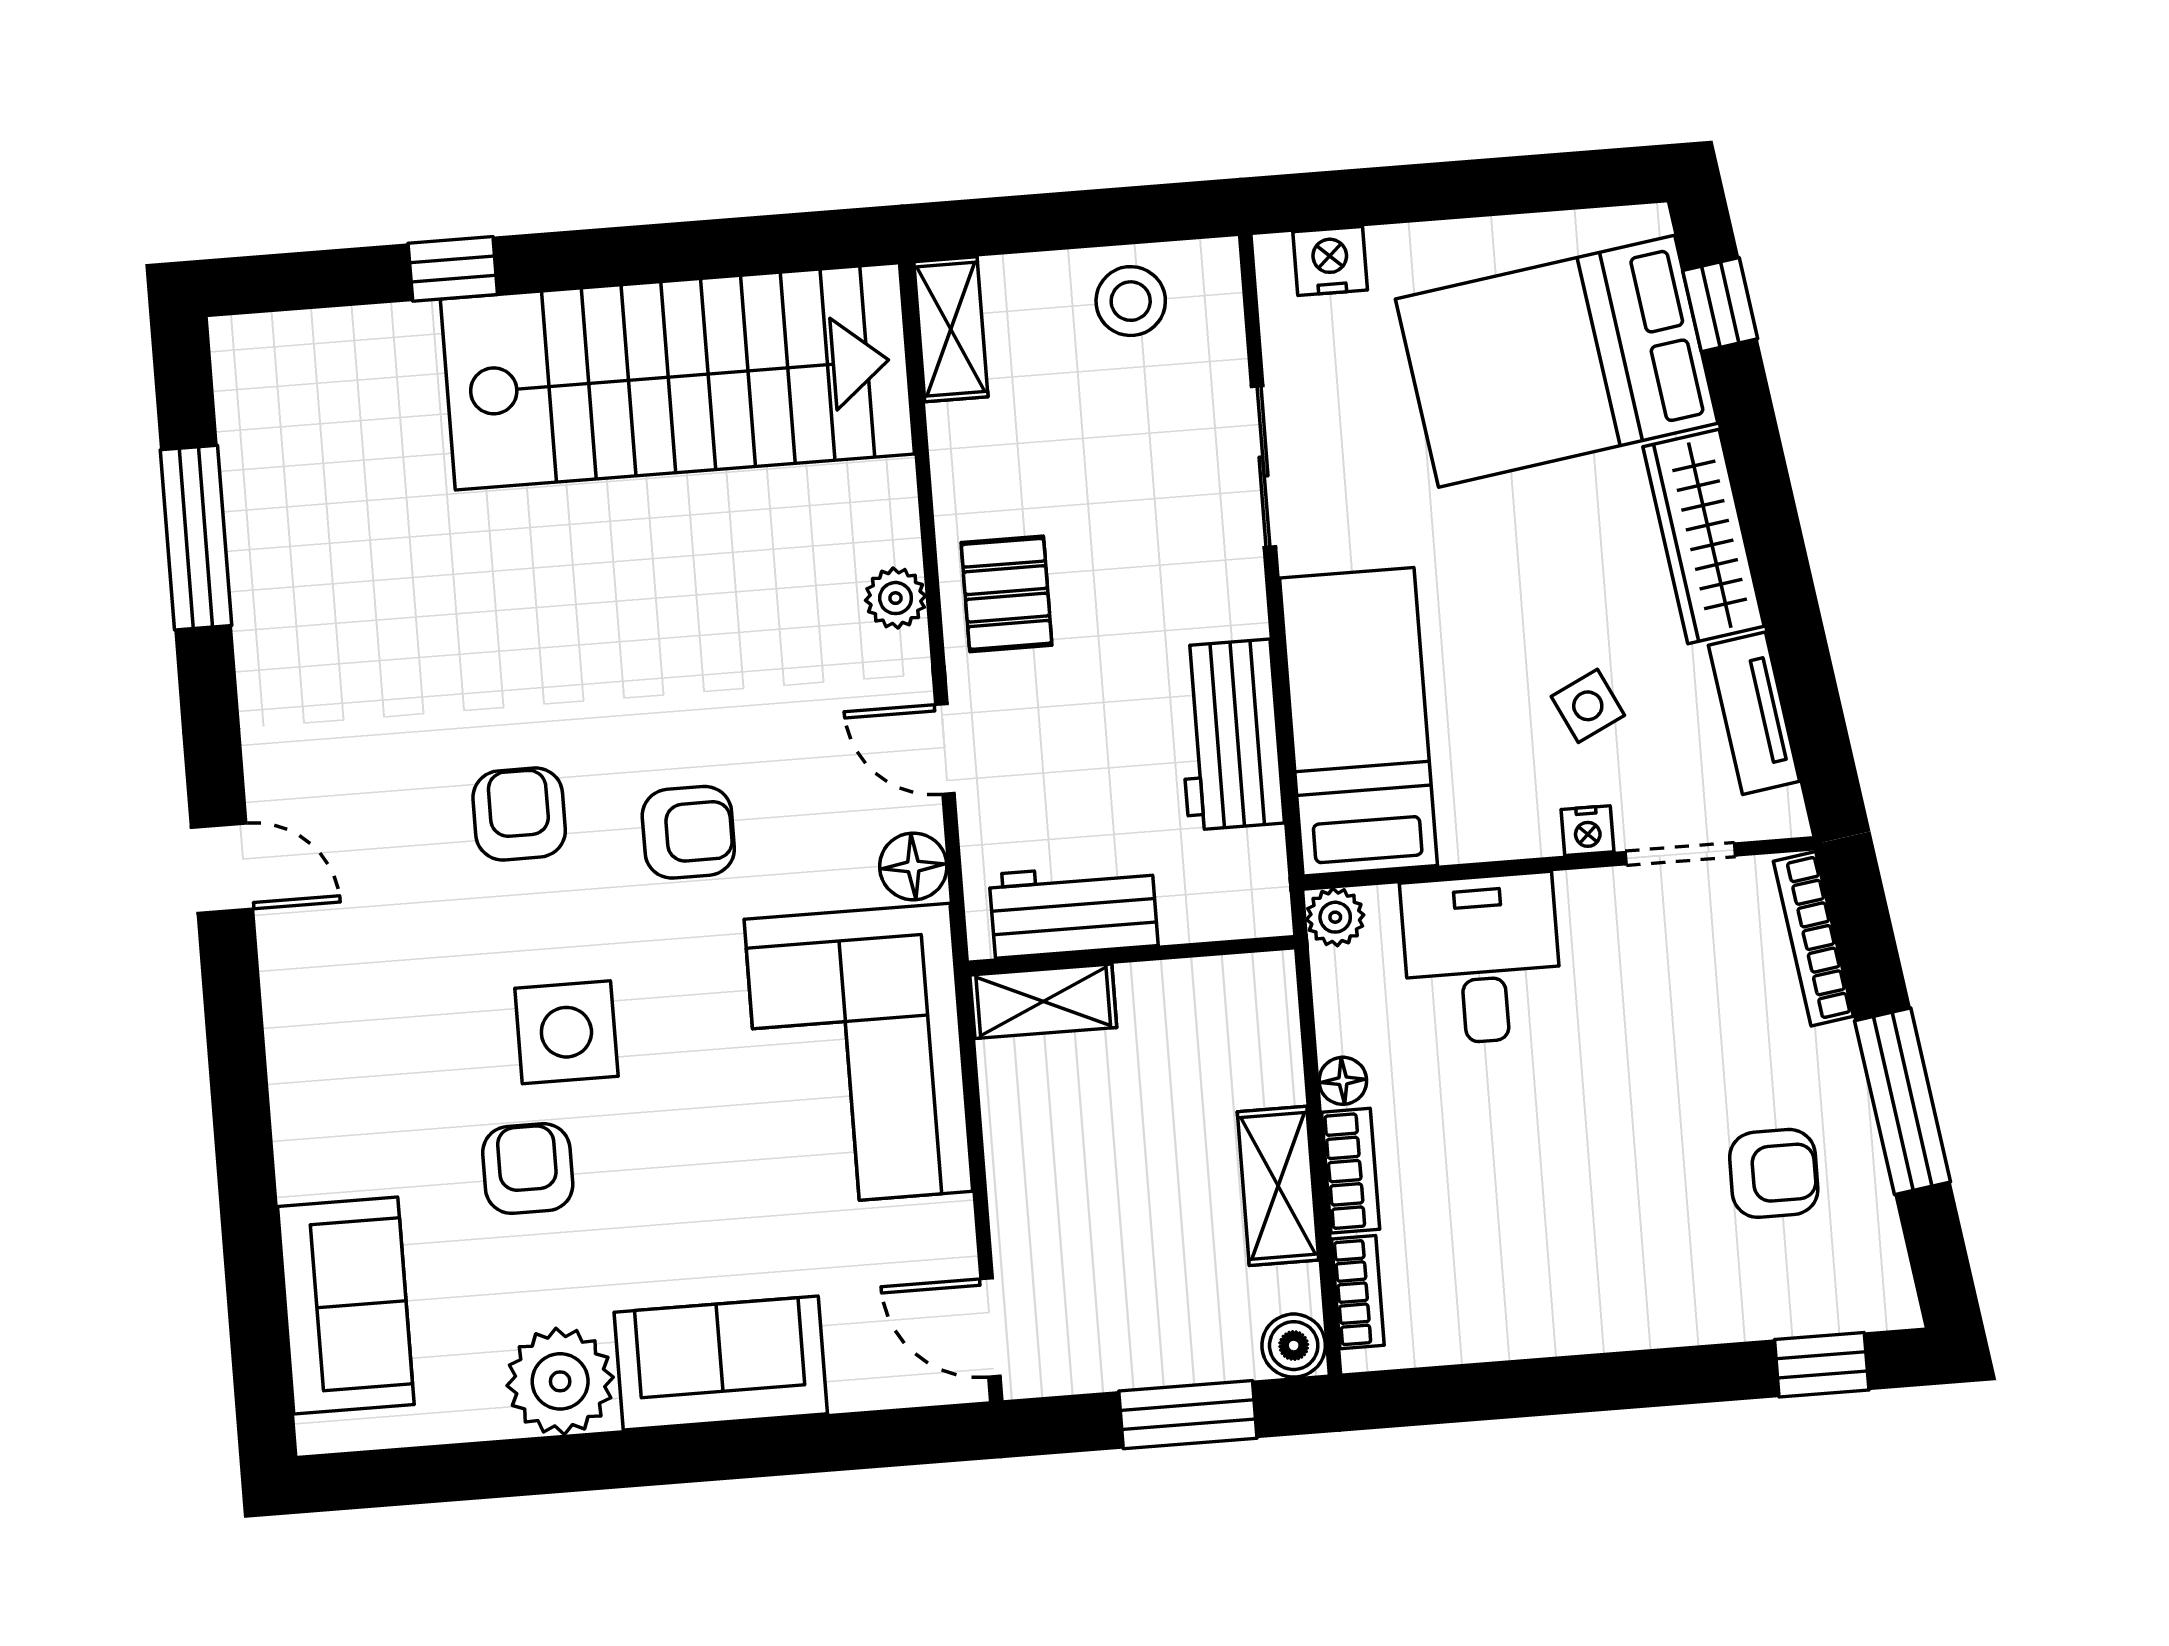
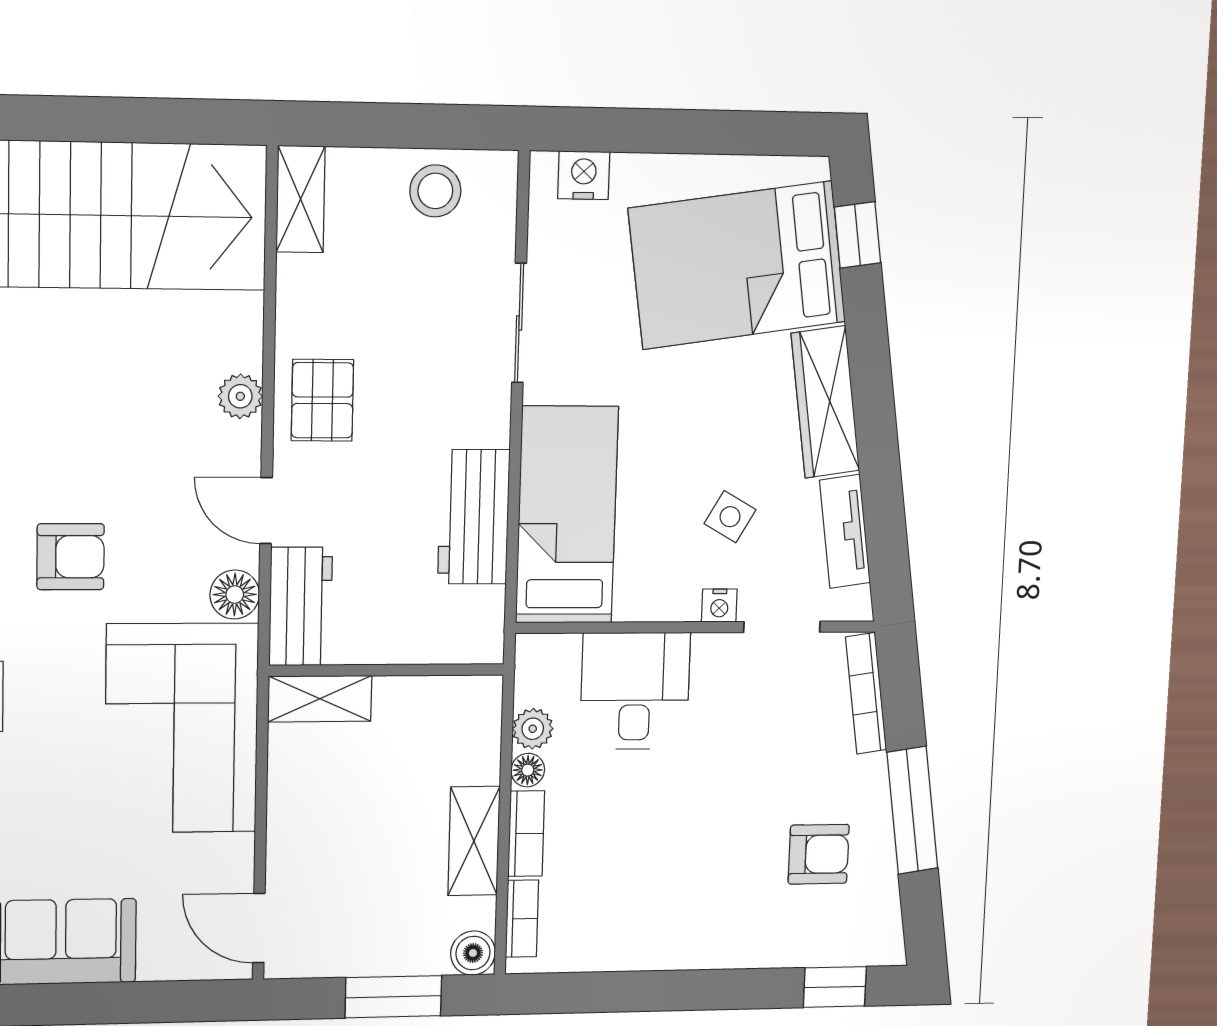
side table: (1588, 706) -> (730, 517), turned -34
workbench: (1073, 910) -> (301, 606), moved, turned 90
plant: (1335, 917) -> (533, 729), moved

